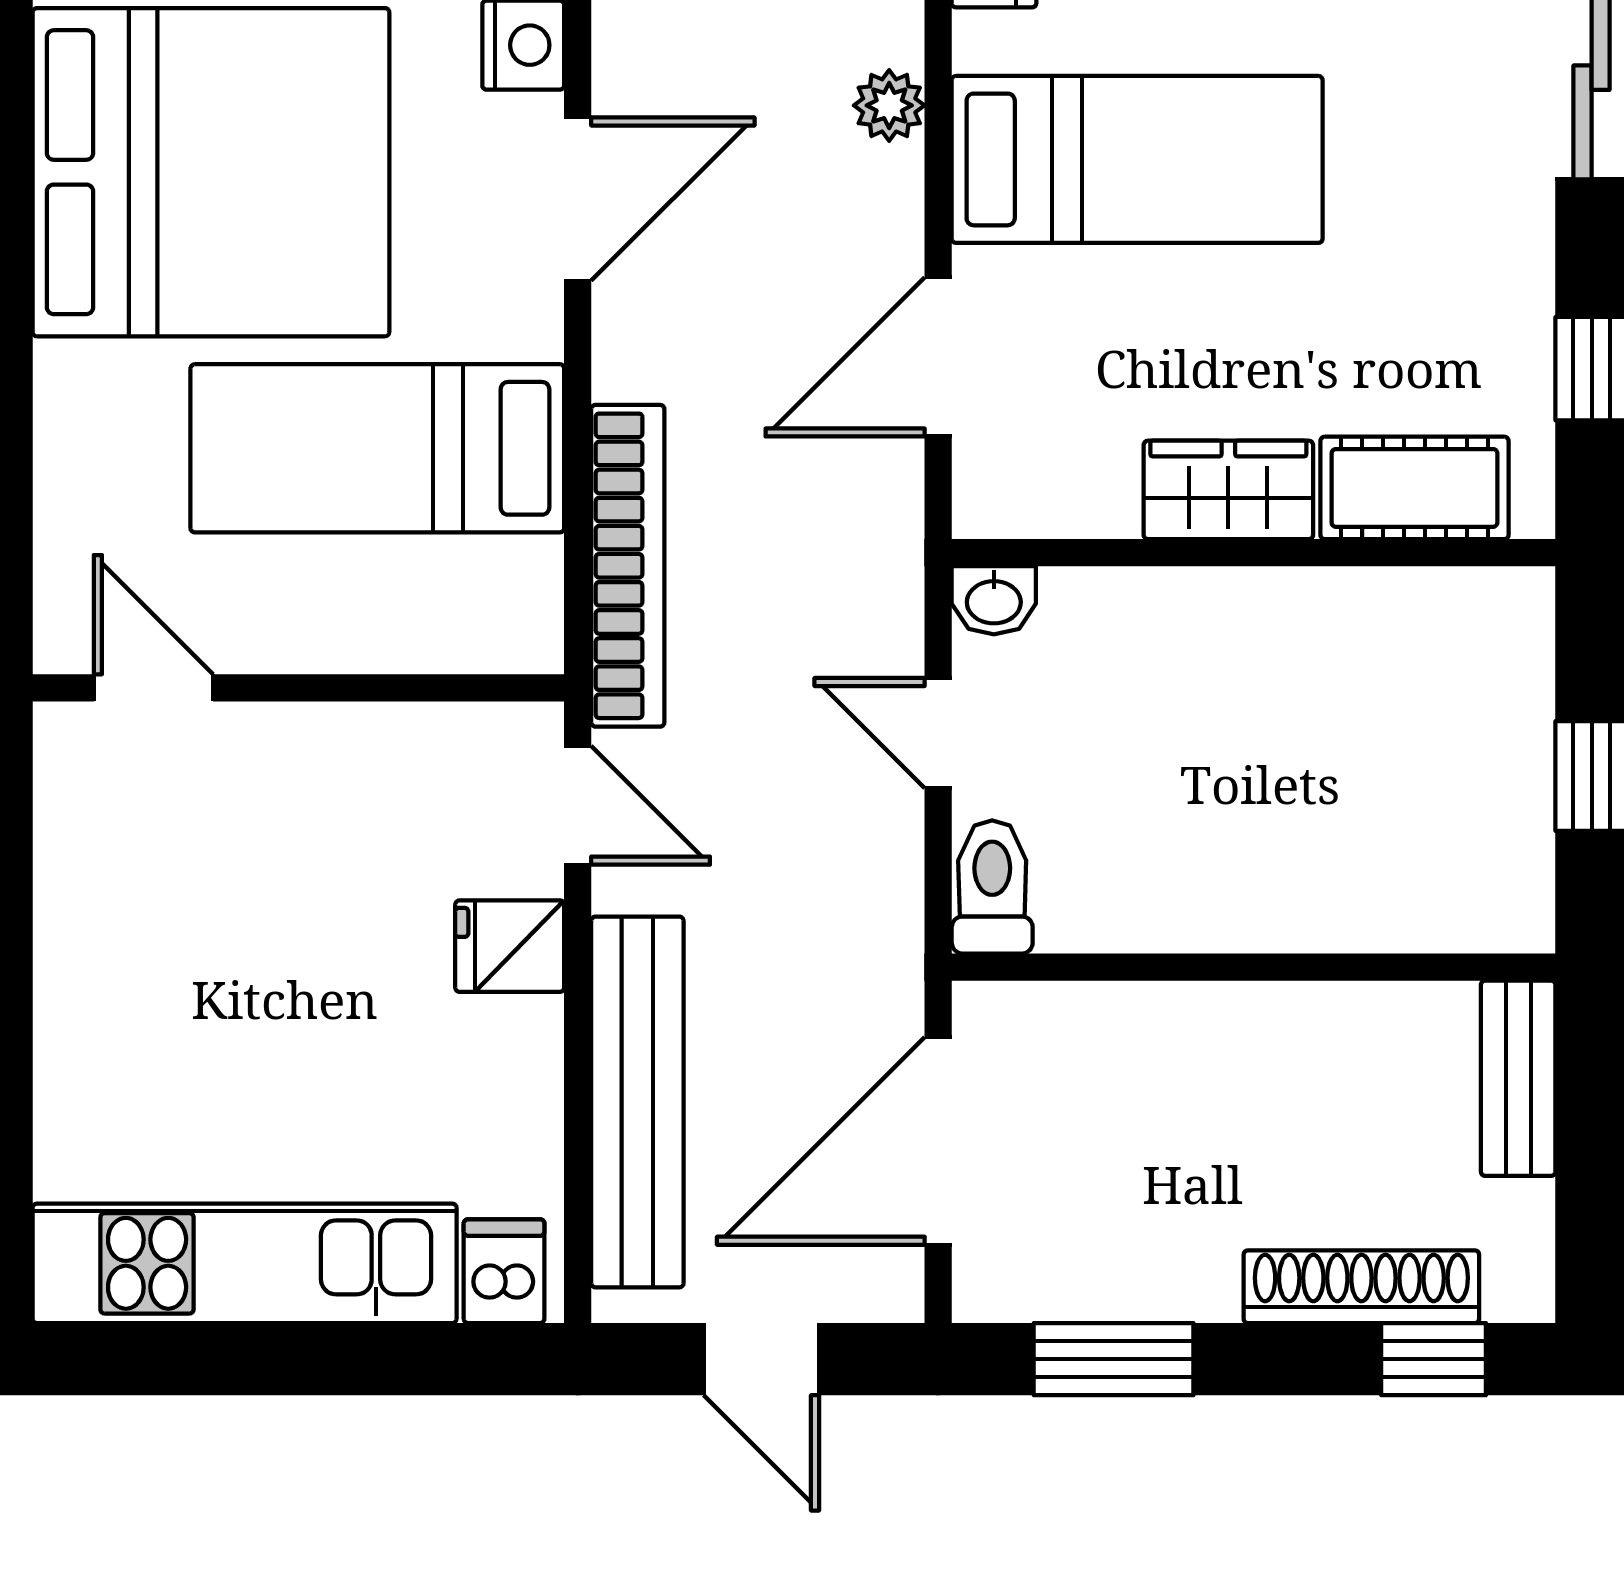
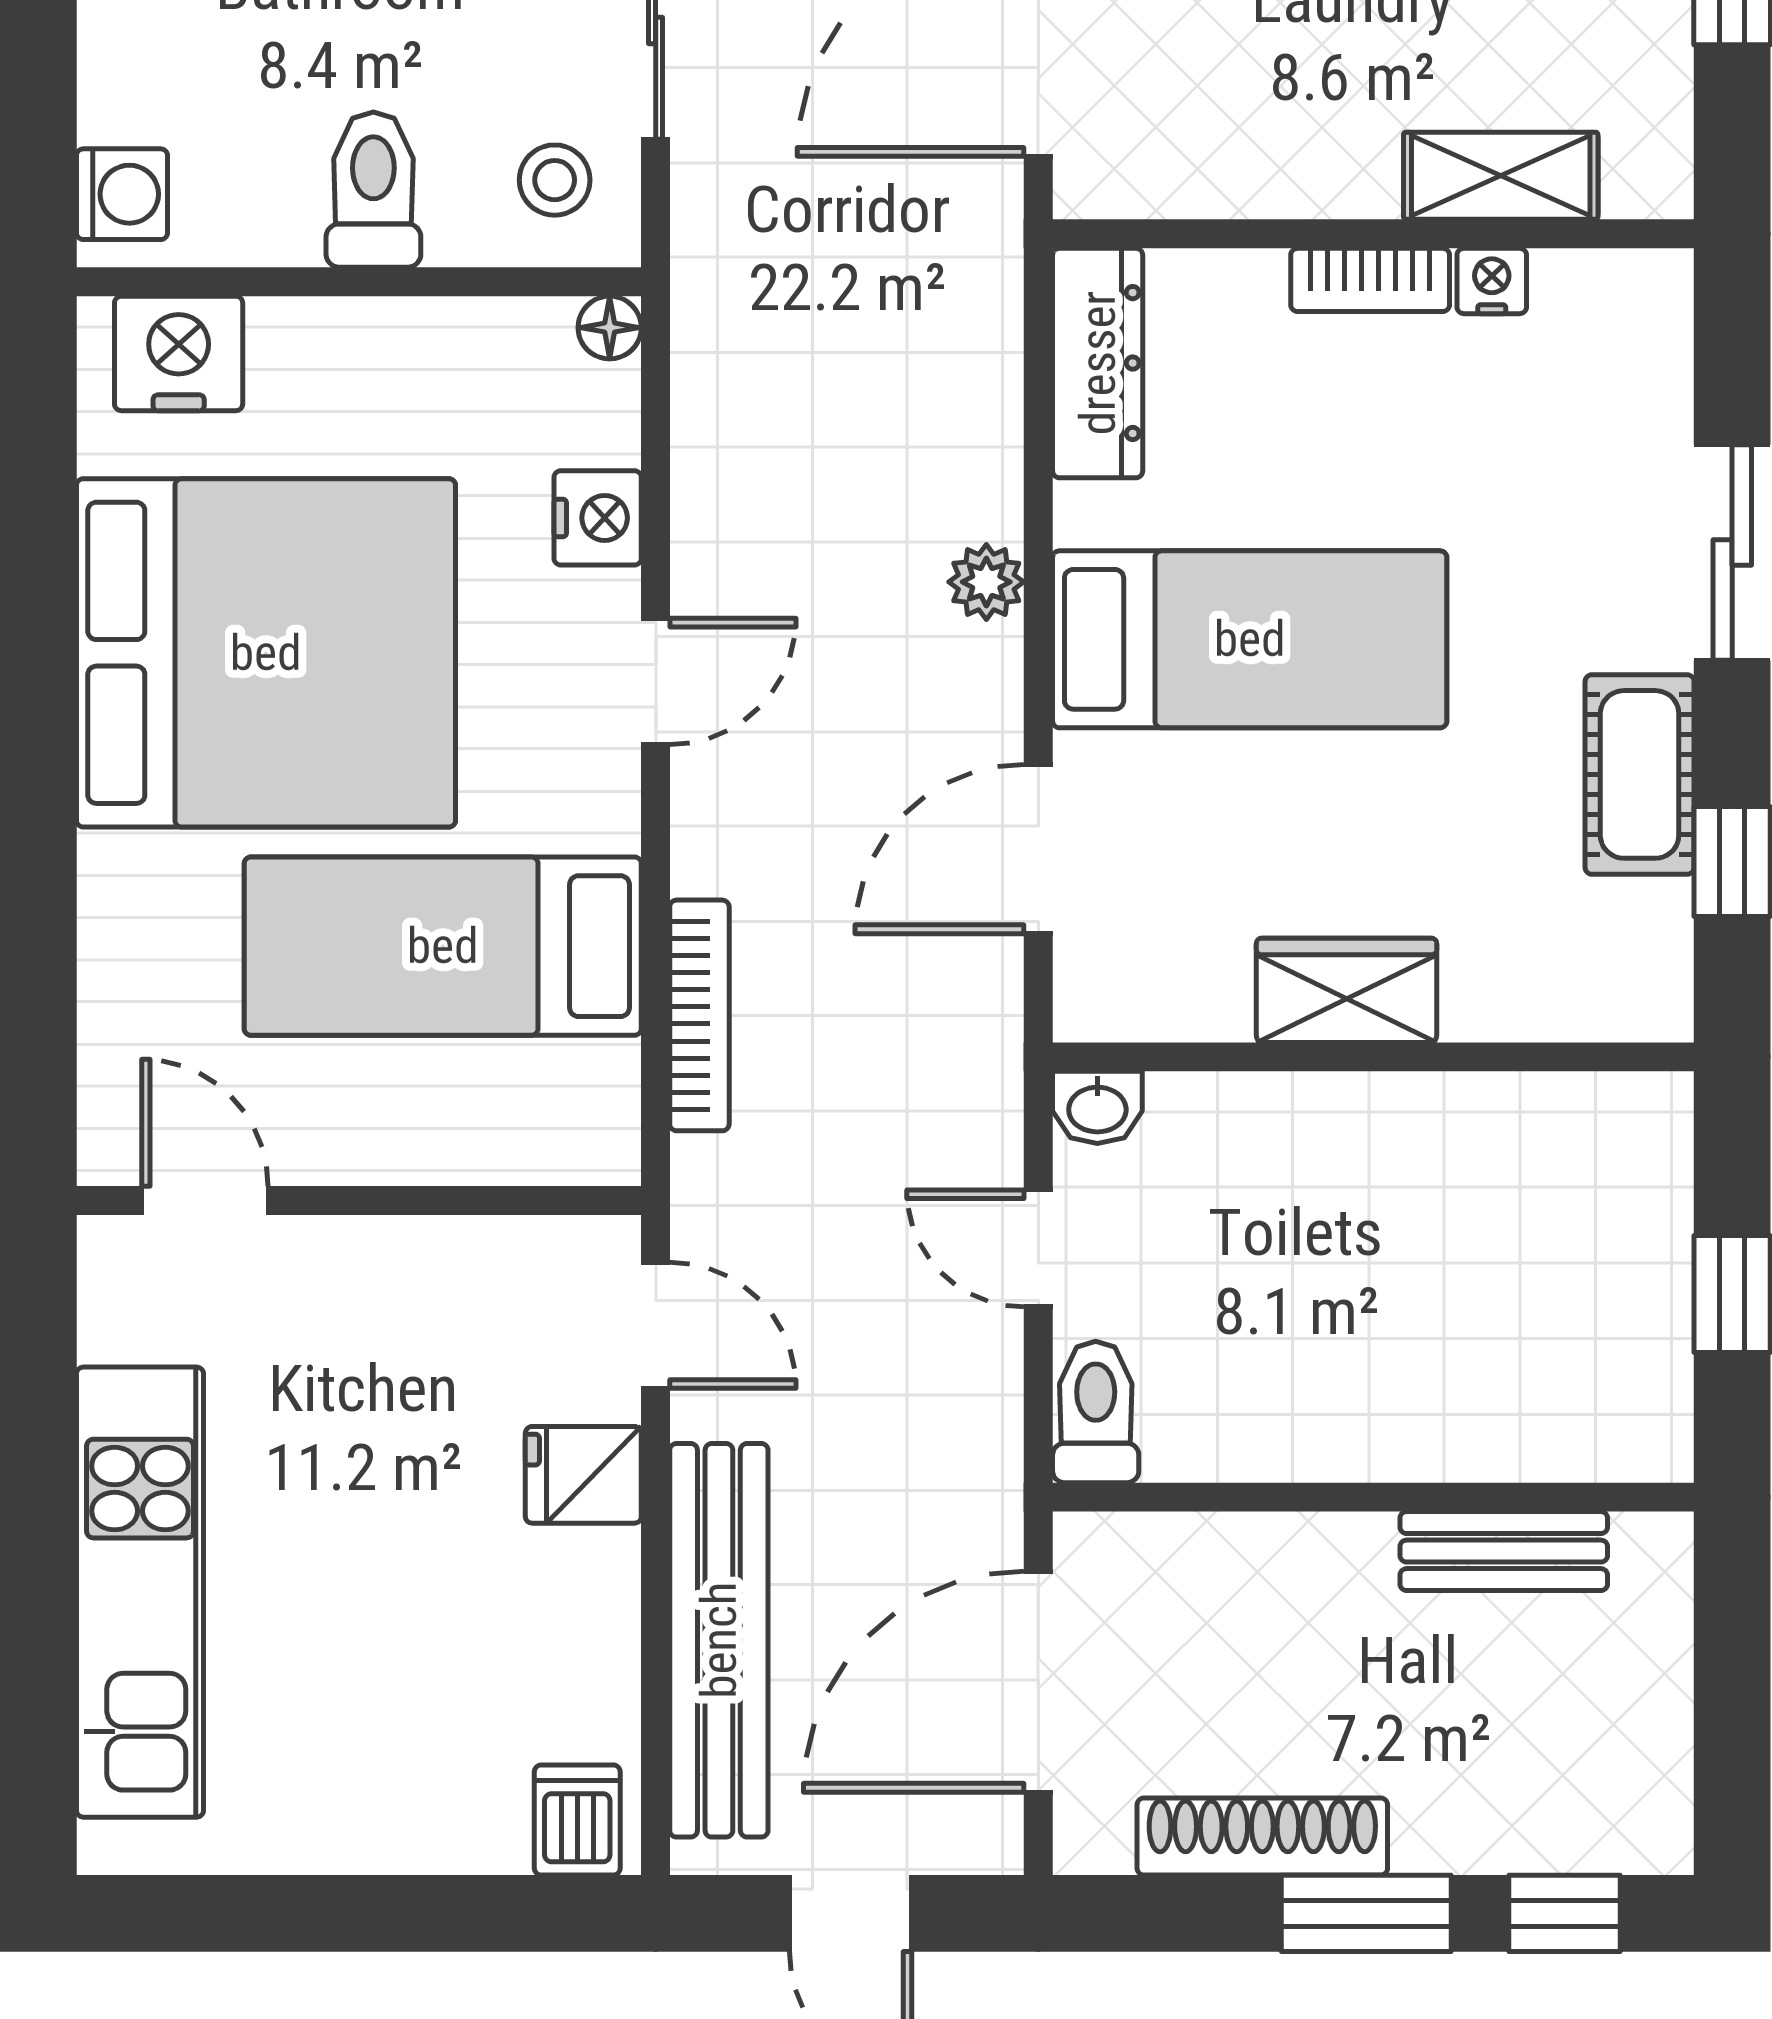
door: (578, 199) -> (656, 681), width x0.73
cot: (1414, 488) -> (1640, 774), moved, turned 90
bookcase: (628, 566) -> (699, 1015), width x0.68, depth x0.76
bench: (1518, 1078) -> (1504, 1551), moved, turned 90
kitchen unit: (245, 1263) -> (140, 1592), moved, turned 90
shoe rack: (1361, 1287) -> (1262, 1837), moved
window: (1114, 1359) -> (1366, 1913), moved

